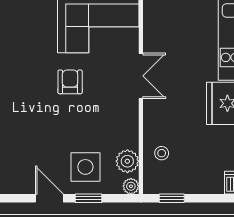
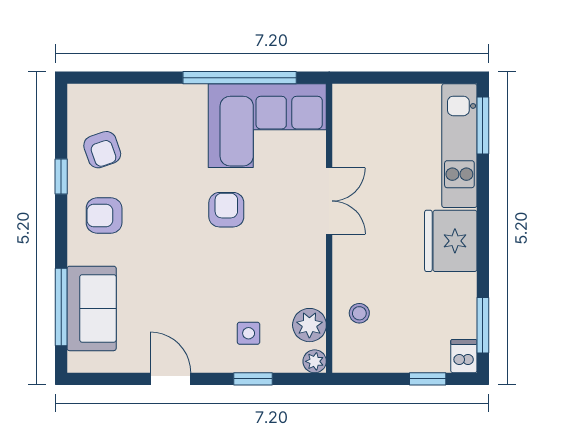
side table: (85, 167) -> (249, 333), width x0.54, depth x0.54
door: (49, 198) -> (171, 379), moved
window: (172, 198) -> (428, 379), moved

